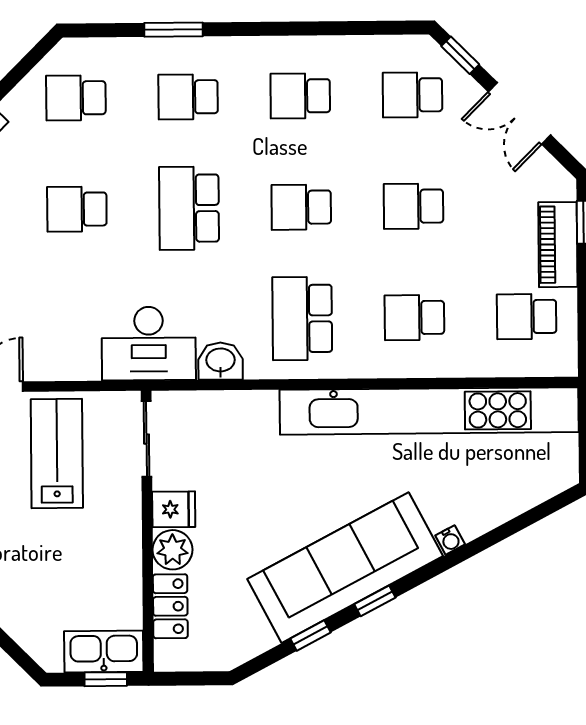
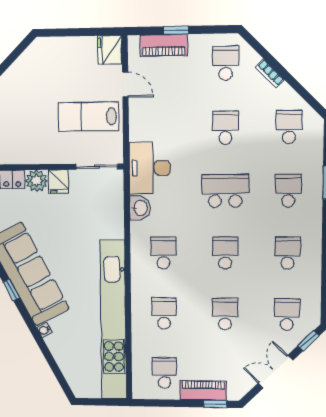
school desk: (302, 319) -> (163, 253), width x0.54
lab bench: (57, 453) -> (88, 116), turned 180

